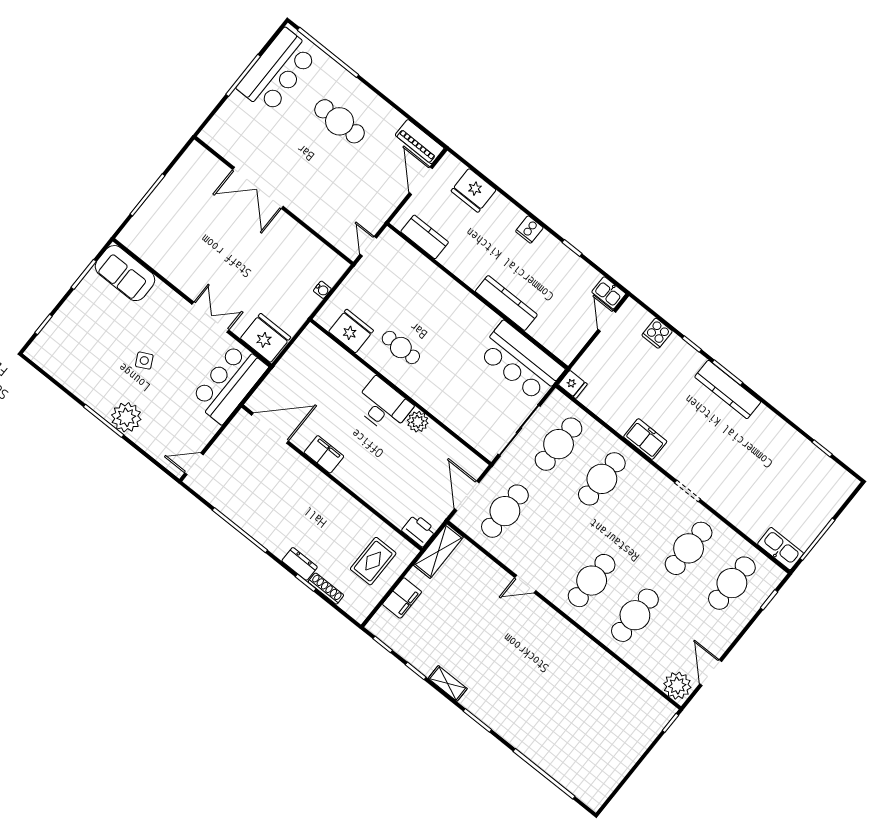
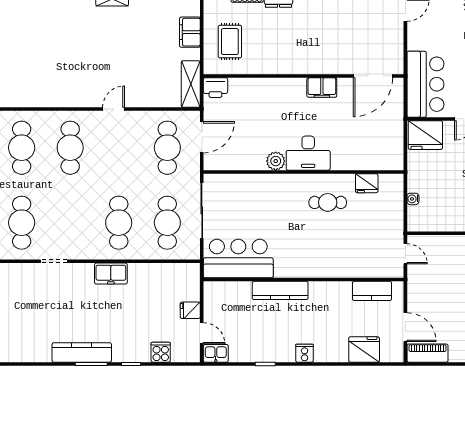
fridge: (351, 331) -> (367, 183), width x0.73, depth x0.75
fridge: (573, 384) -> (190, 310), moved
door: (467, 496) -> (202, 137), hinge flipped

